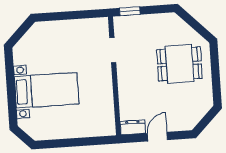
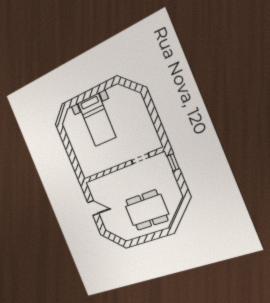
dining table: (179, 64) -> (147, 210), width x1.38
dresser: (133, 127) -> (93, 189), removed

